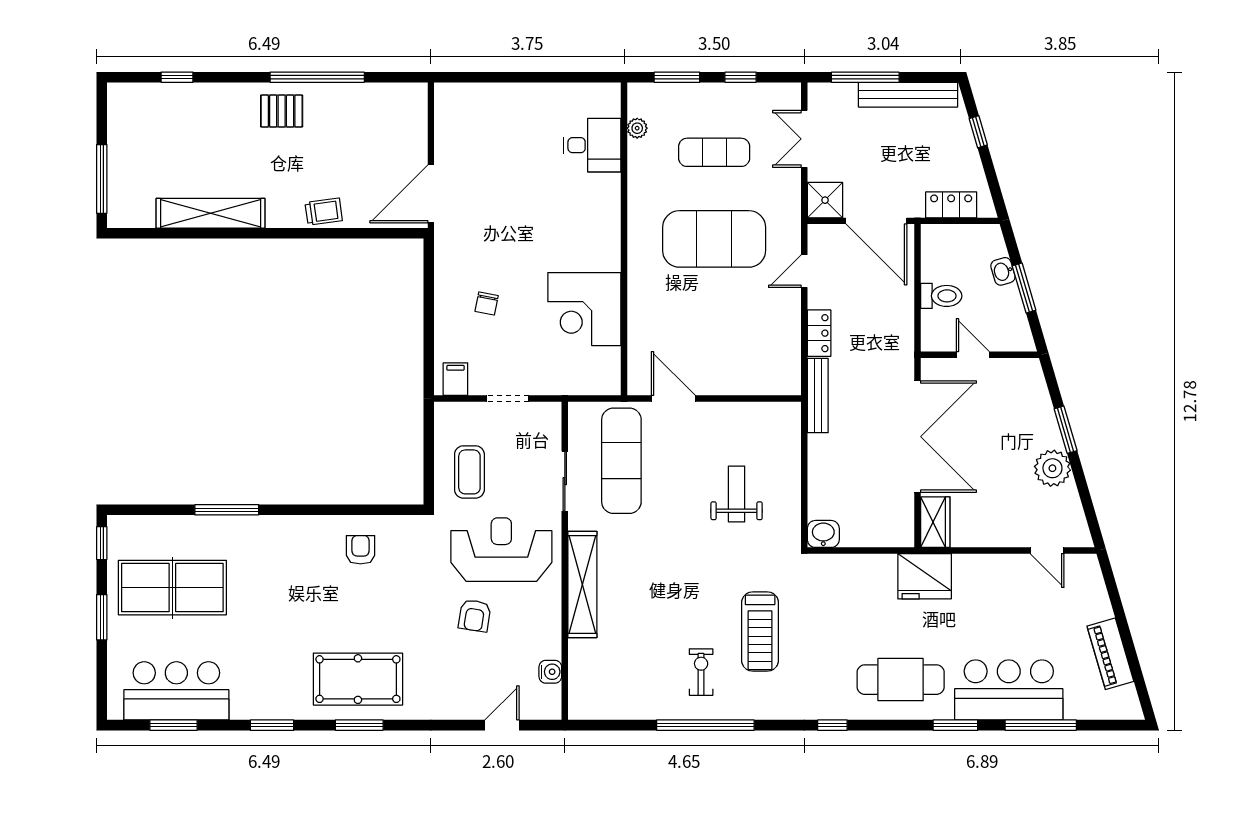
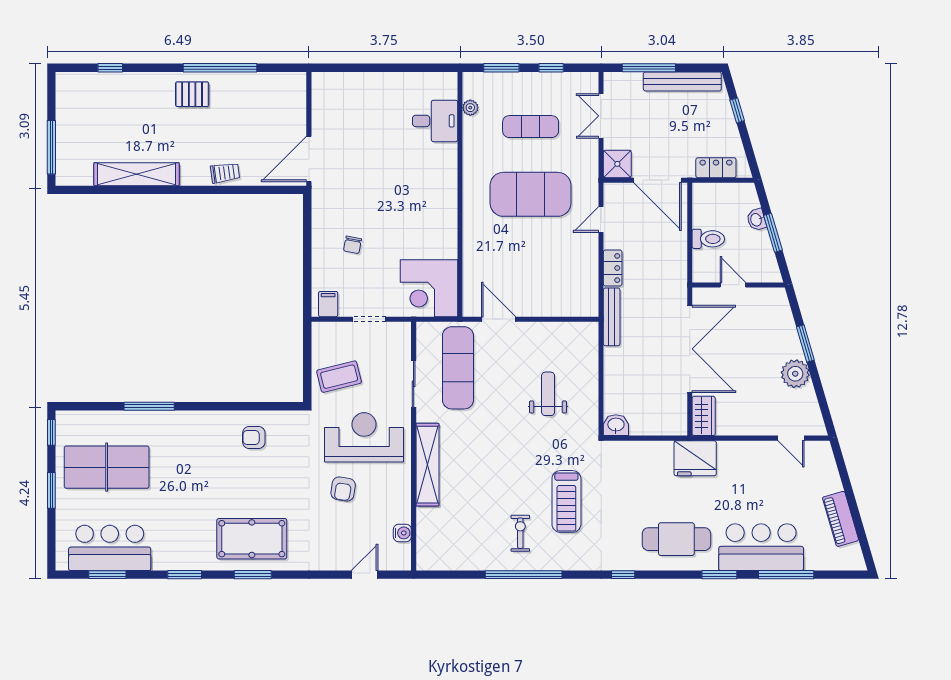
corner desk: (584, 309) -> (429, 288), moved
coffee table: (469, 472) -> (339, 377), turned 76
armchair: (361, 550) -> (254, 438), turned -90

